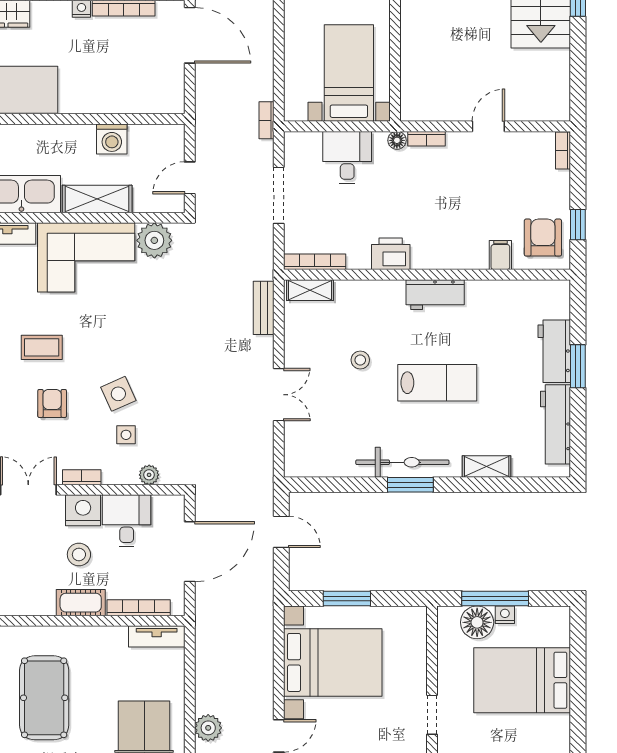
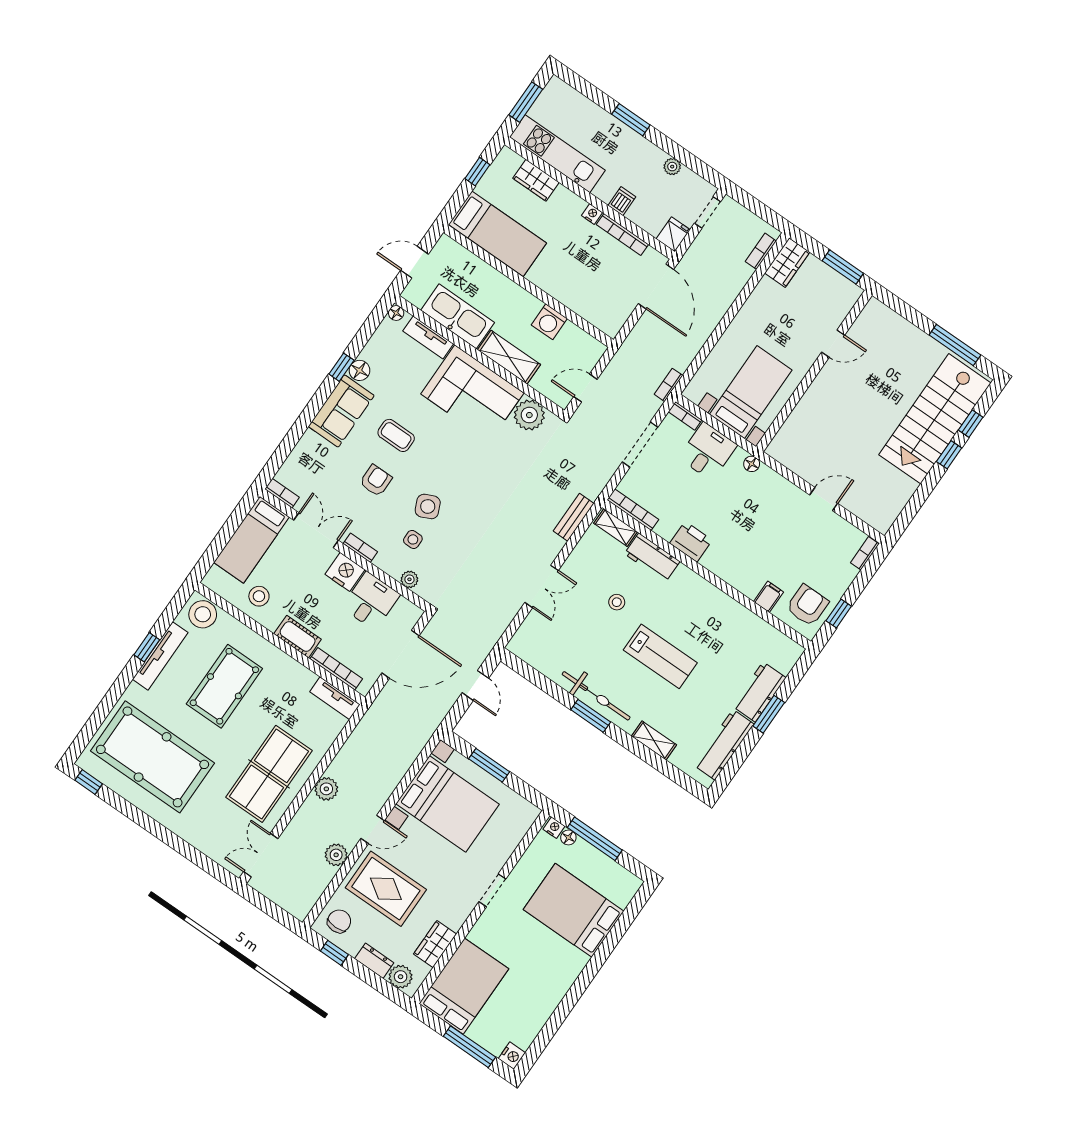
bookcase: (427, 139) -> (685, 416), moved
workbench: (435, 295) -> (652, 558), moved
stool: (79, 554) -> (259, 596), moved
nightstand: (505, 615) -> (554, 828), moved
floor lamp: (477, 622) -> (568, 837), width x0.53, depth x0.53

